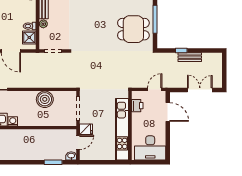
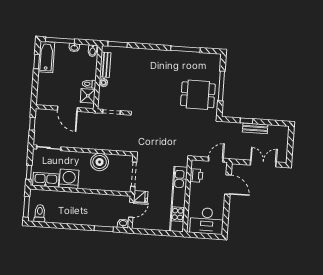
washing machine: (13, 121) -> (69, 179), width x1.89, depth x1.89

